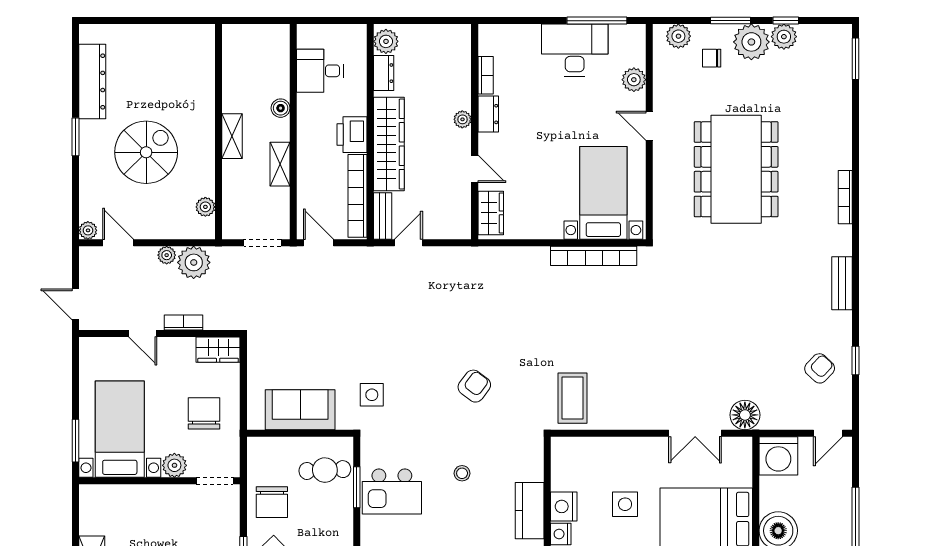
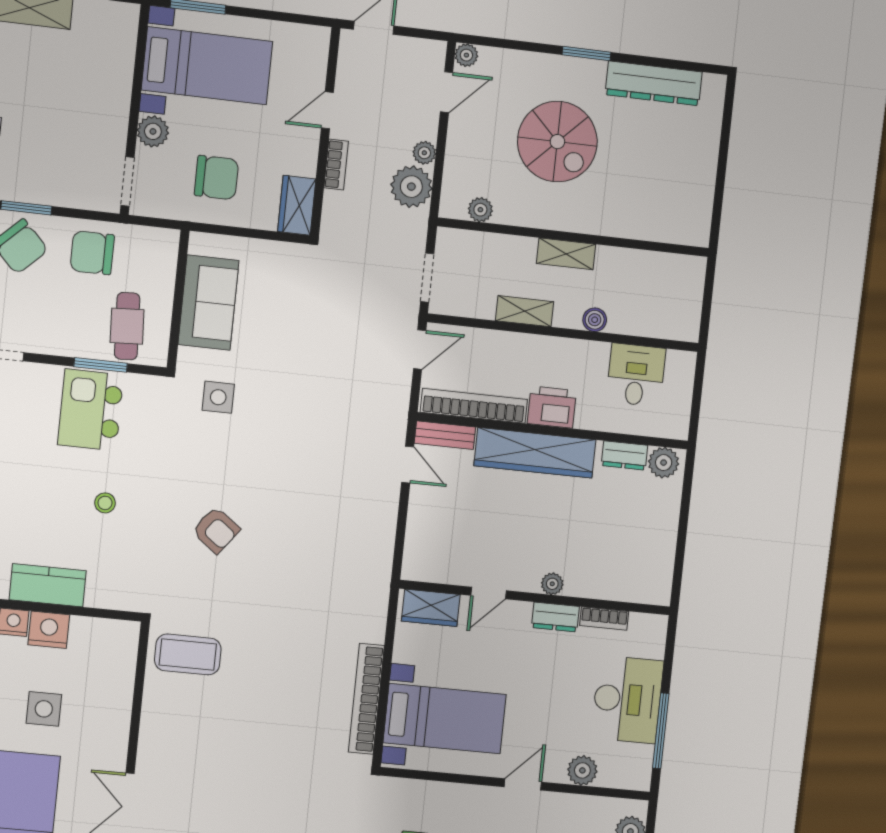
bookcase: (486, 75) -> (604, 618), moved
dresser: (488, 114) -> (555, 617), moved
plant: (462, 119) -> (552, 584), moved
wall: (475, 132) -> (535, 598), moved
door: (475, 169) -> (489, 593), moved
wardrobe: (491, 213) -> (431, 608), moved

